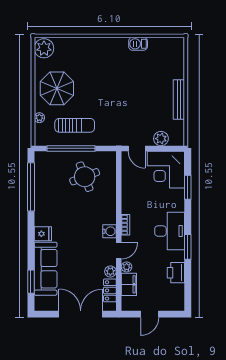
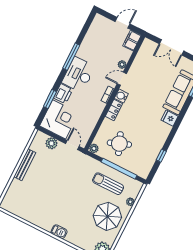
barbecue: (138, 44) -> (59, 232), moved
window: (31, 187) -> (161, 156), width x0.32
window: (188, 247) -> (71, 57), width x1.44
plant: (110, 271) -> (94, 148), moved
printer: (176, 273) -> (63, 94), moved
filing cabinet: (129, 284) -> (132, 40), moved
locker: (110, 290) -> (114, 110), moved
double door: (81, 314) -> (172, 47), width x0.73

